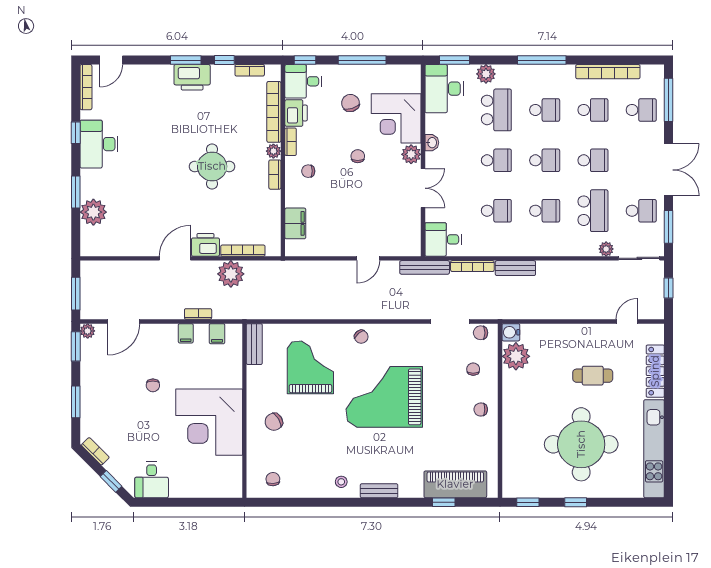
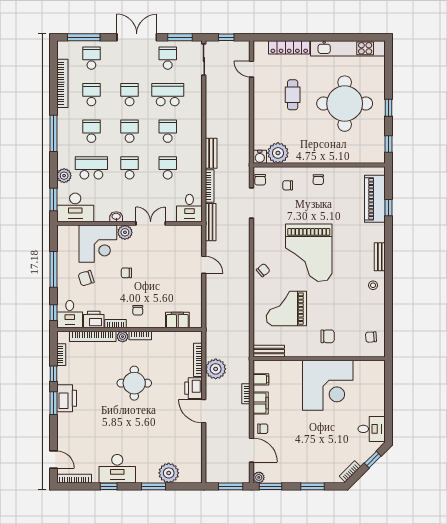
plant: (606, 249) -> (197, 85), removed
filing cabinet: (186, 333) -> (261, 403), width x2.00
chair: (153, 385) -> (263, 429), moved
chair: (274, 422) -> (328, 336), turned -59

